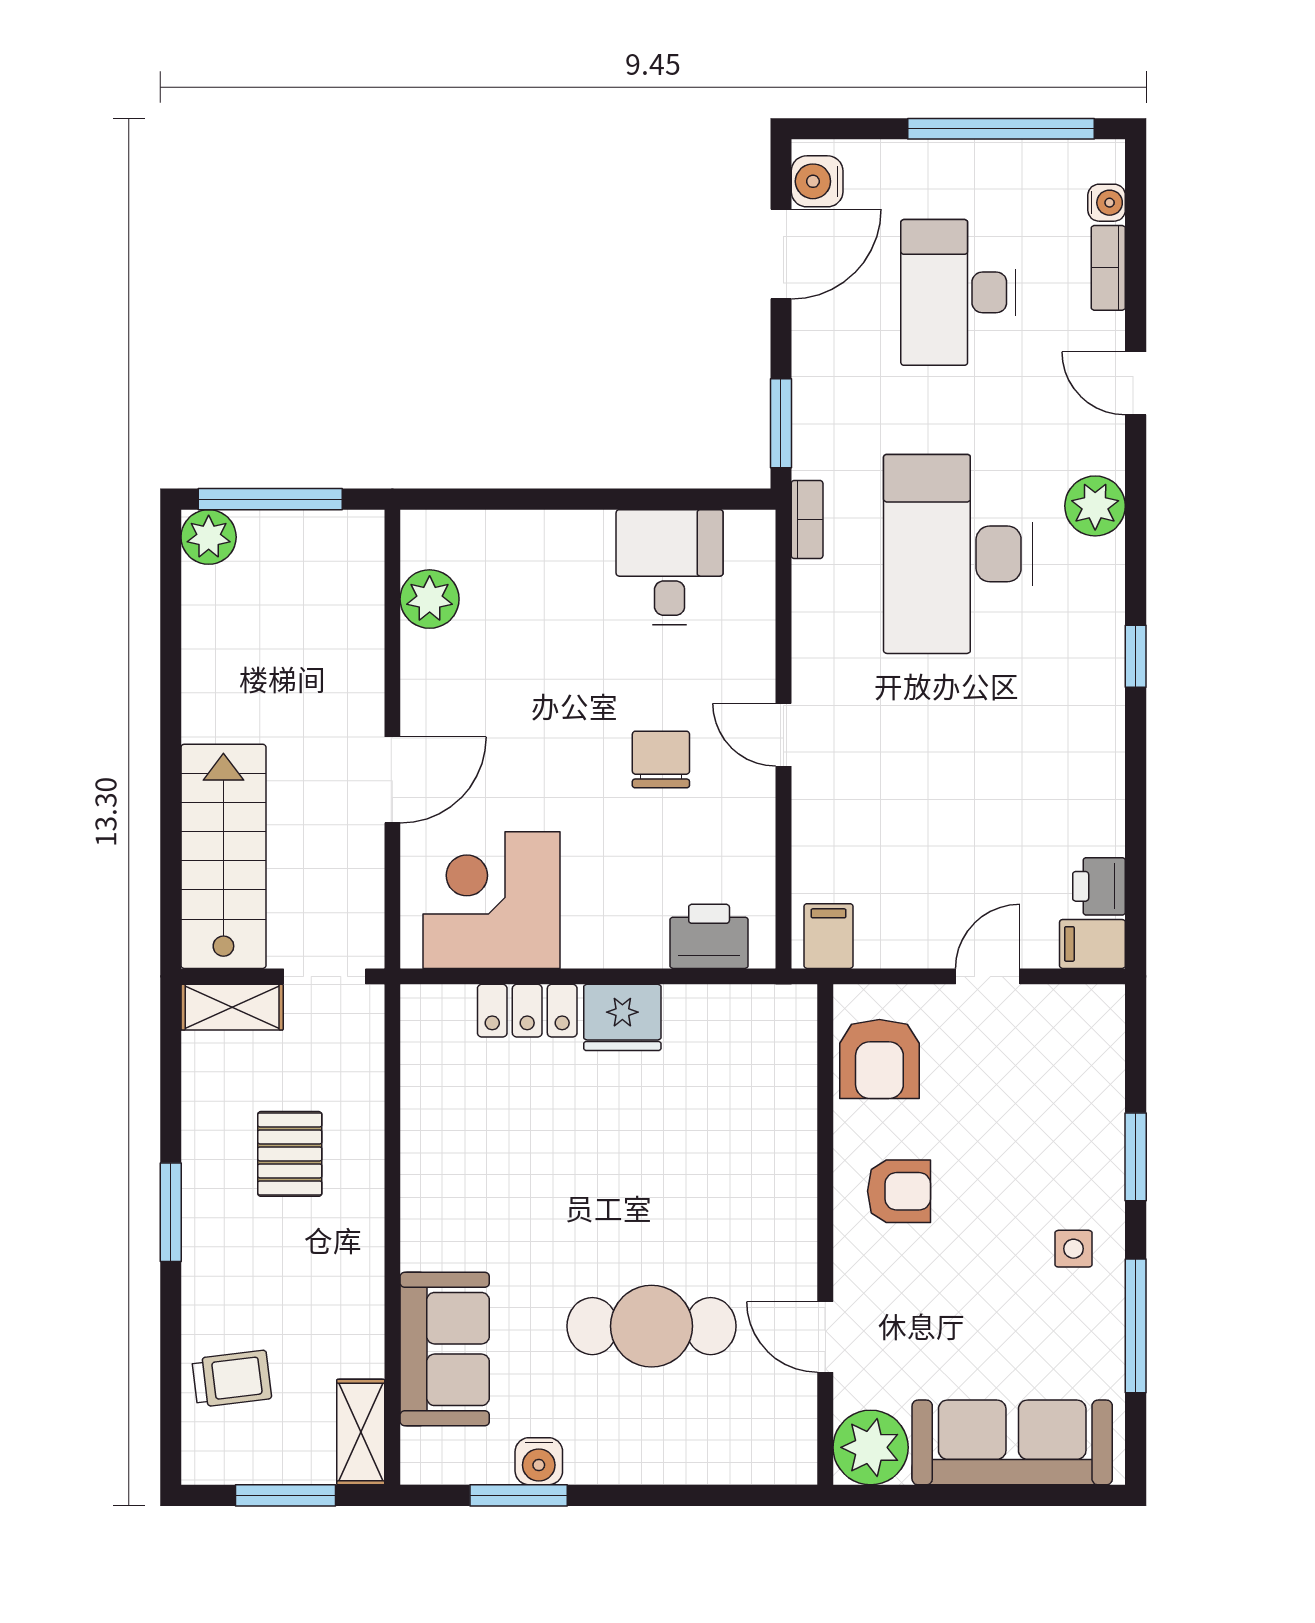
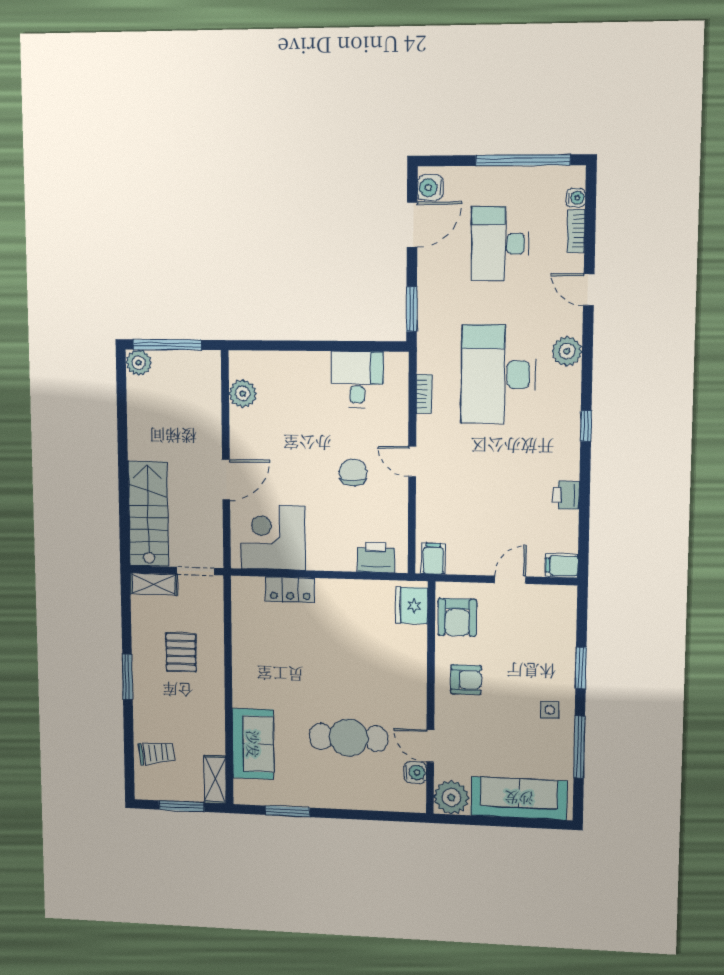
bookcase: (807, 519) -> (424, 394), moved
printer: (1099, 886) -> (566, 495), moved
fridge: (622, 1017) -> (412, 606), moved, turned 90
water cooler: (539, 1461) -> (415, 772), moved, turned -90

